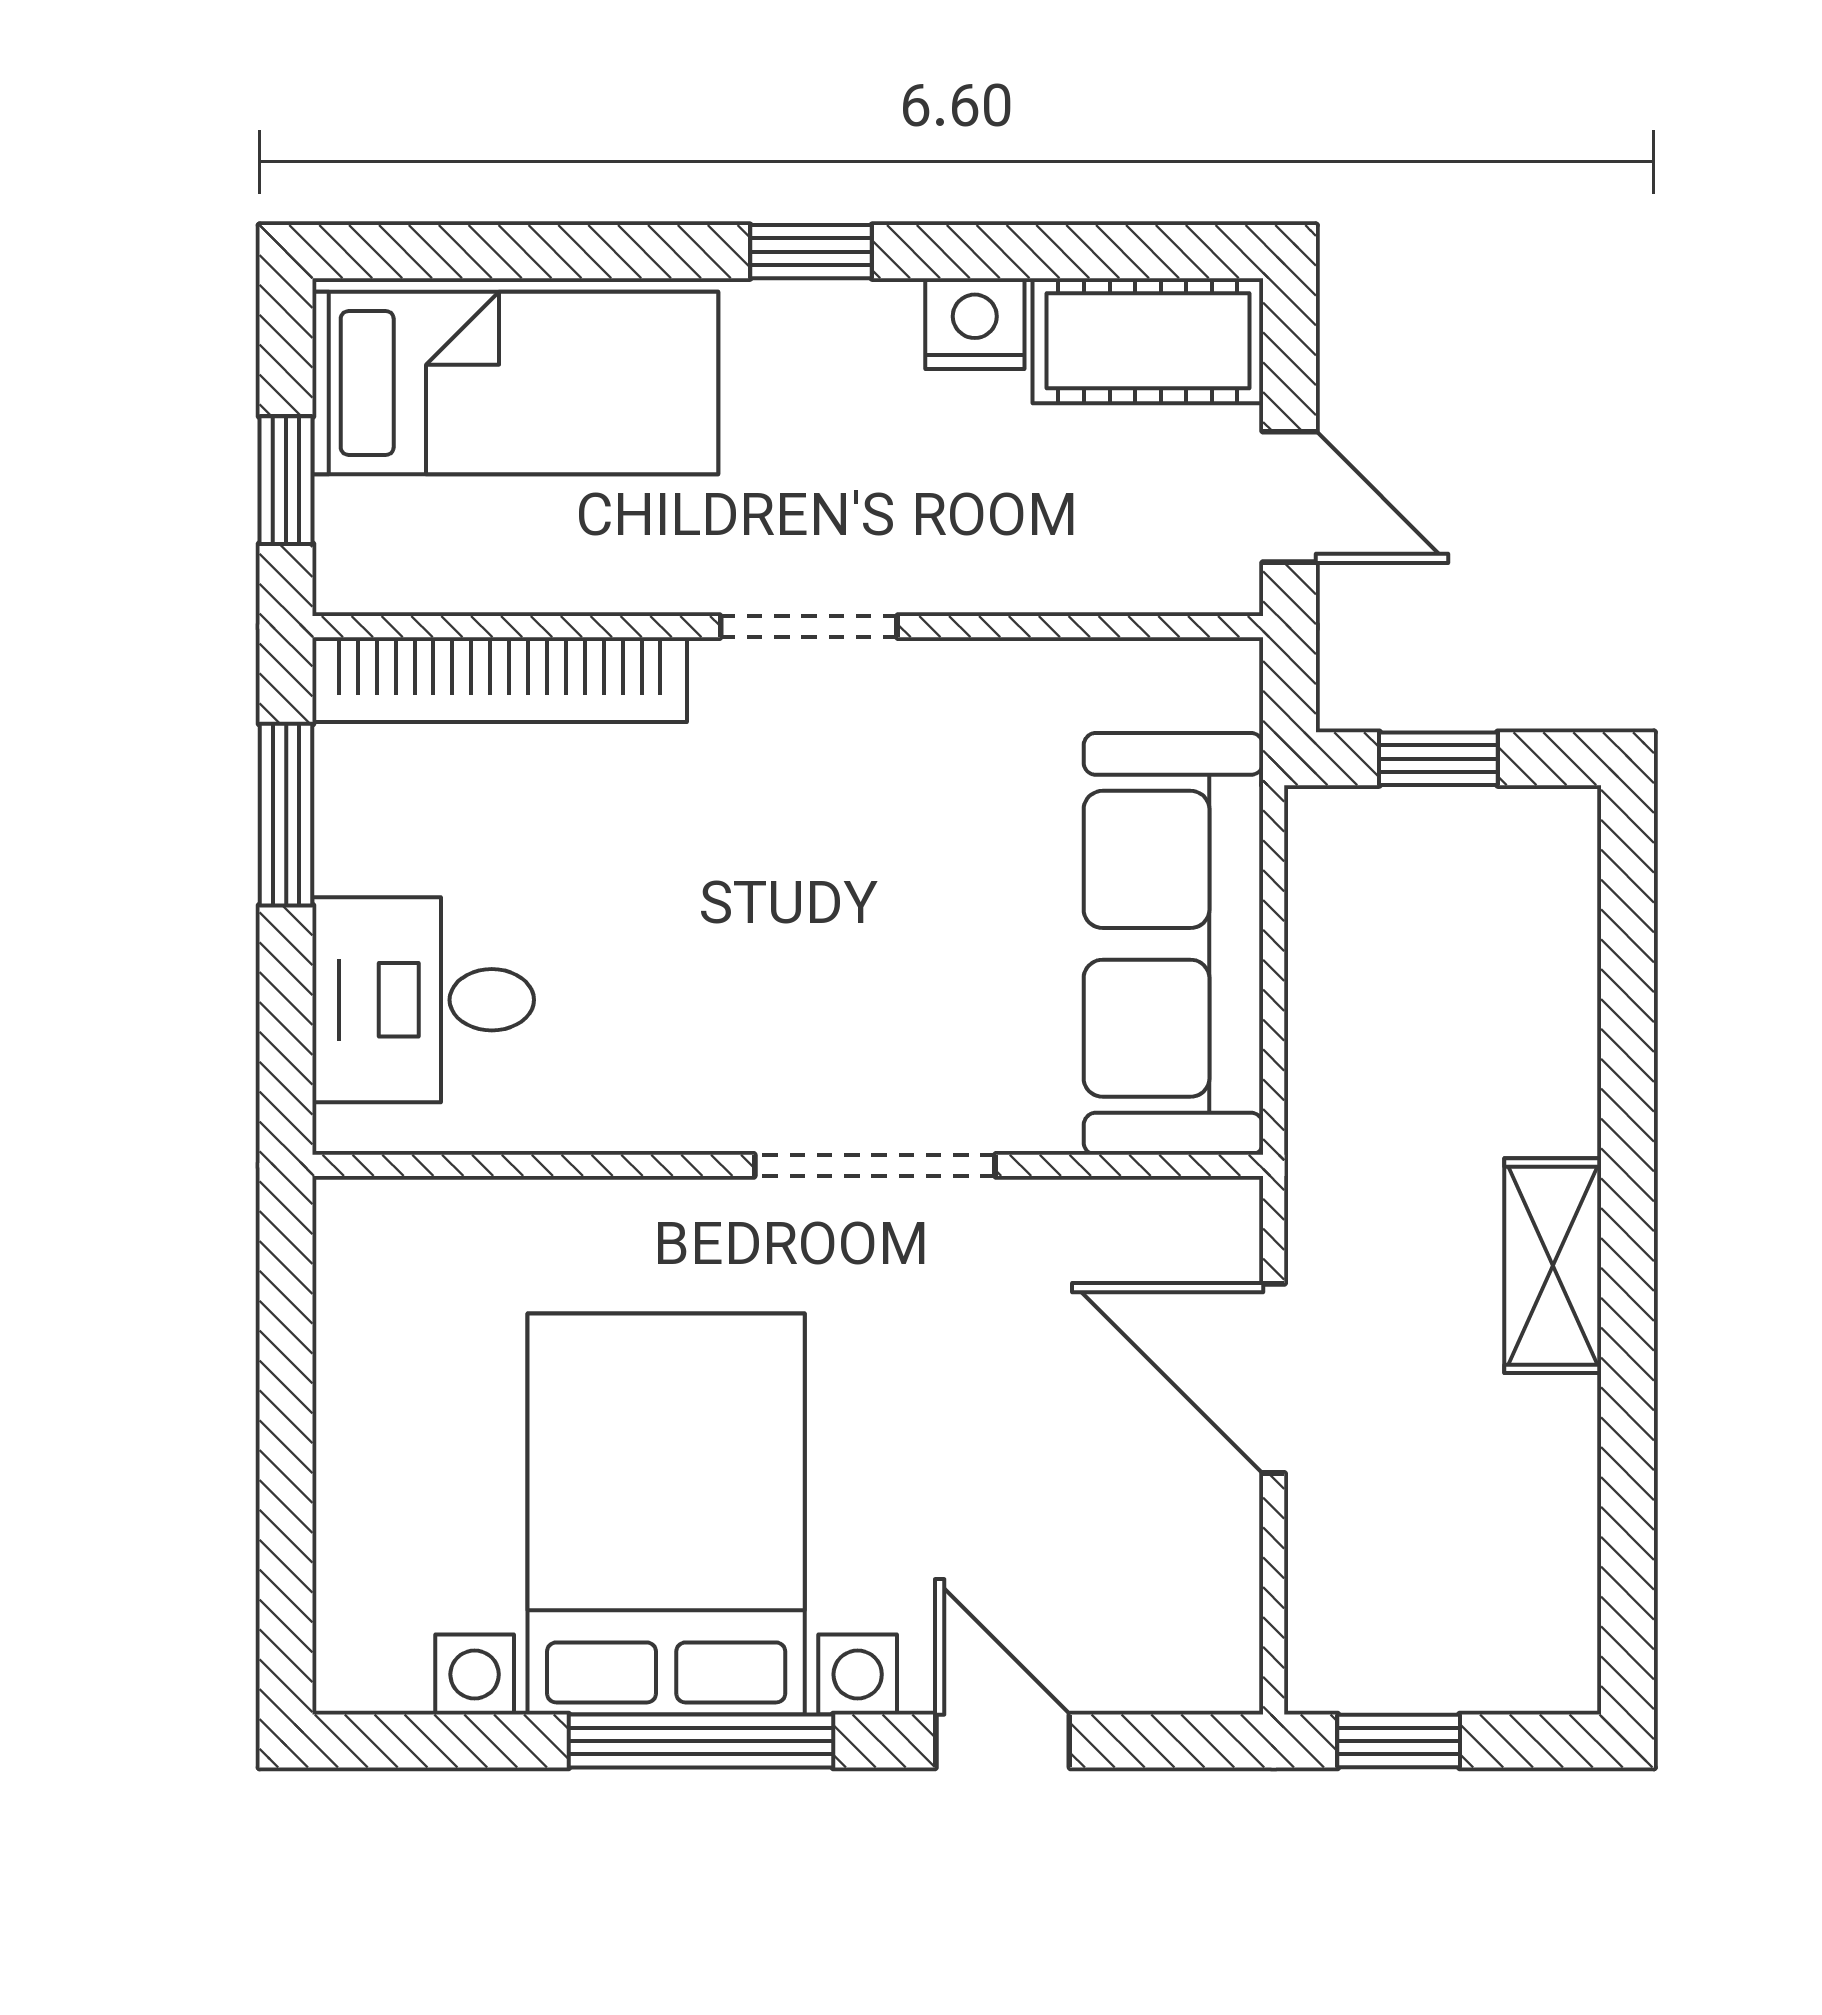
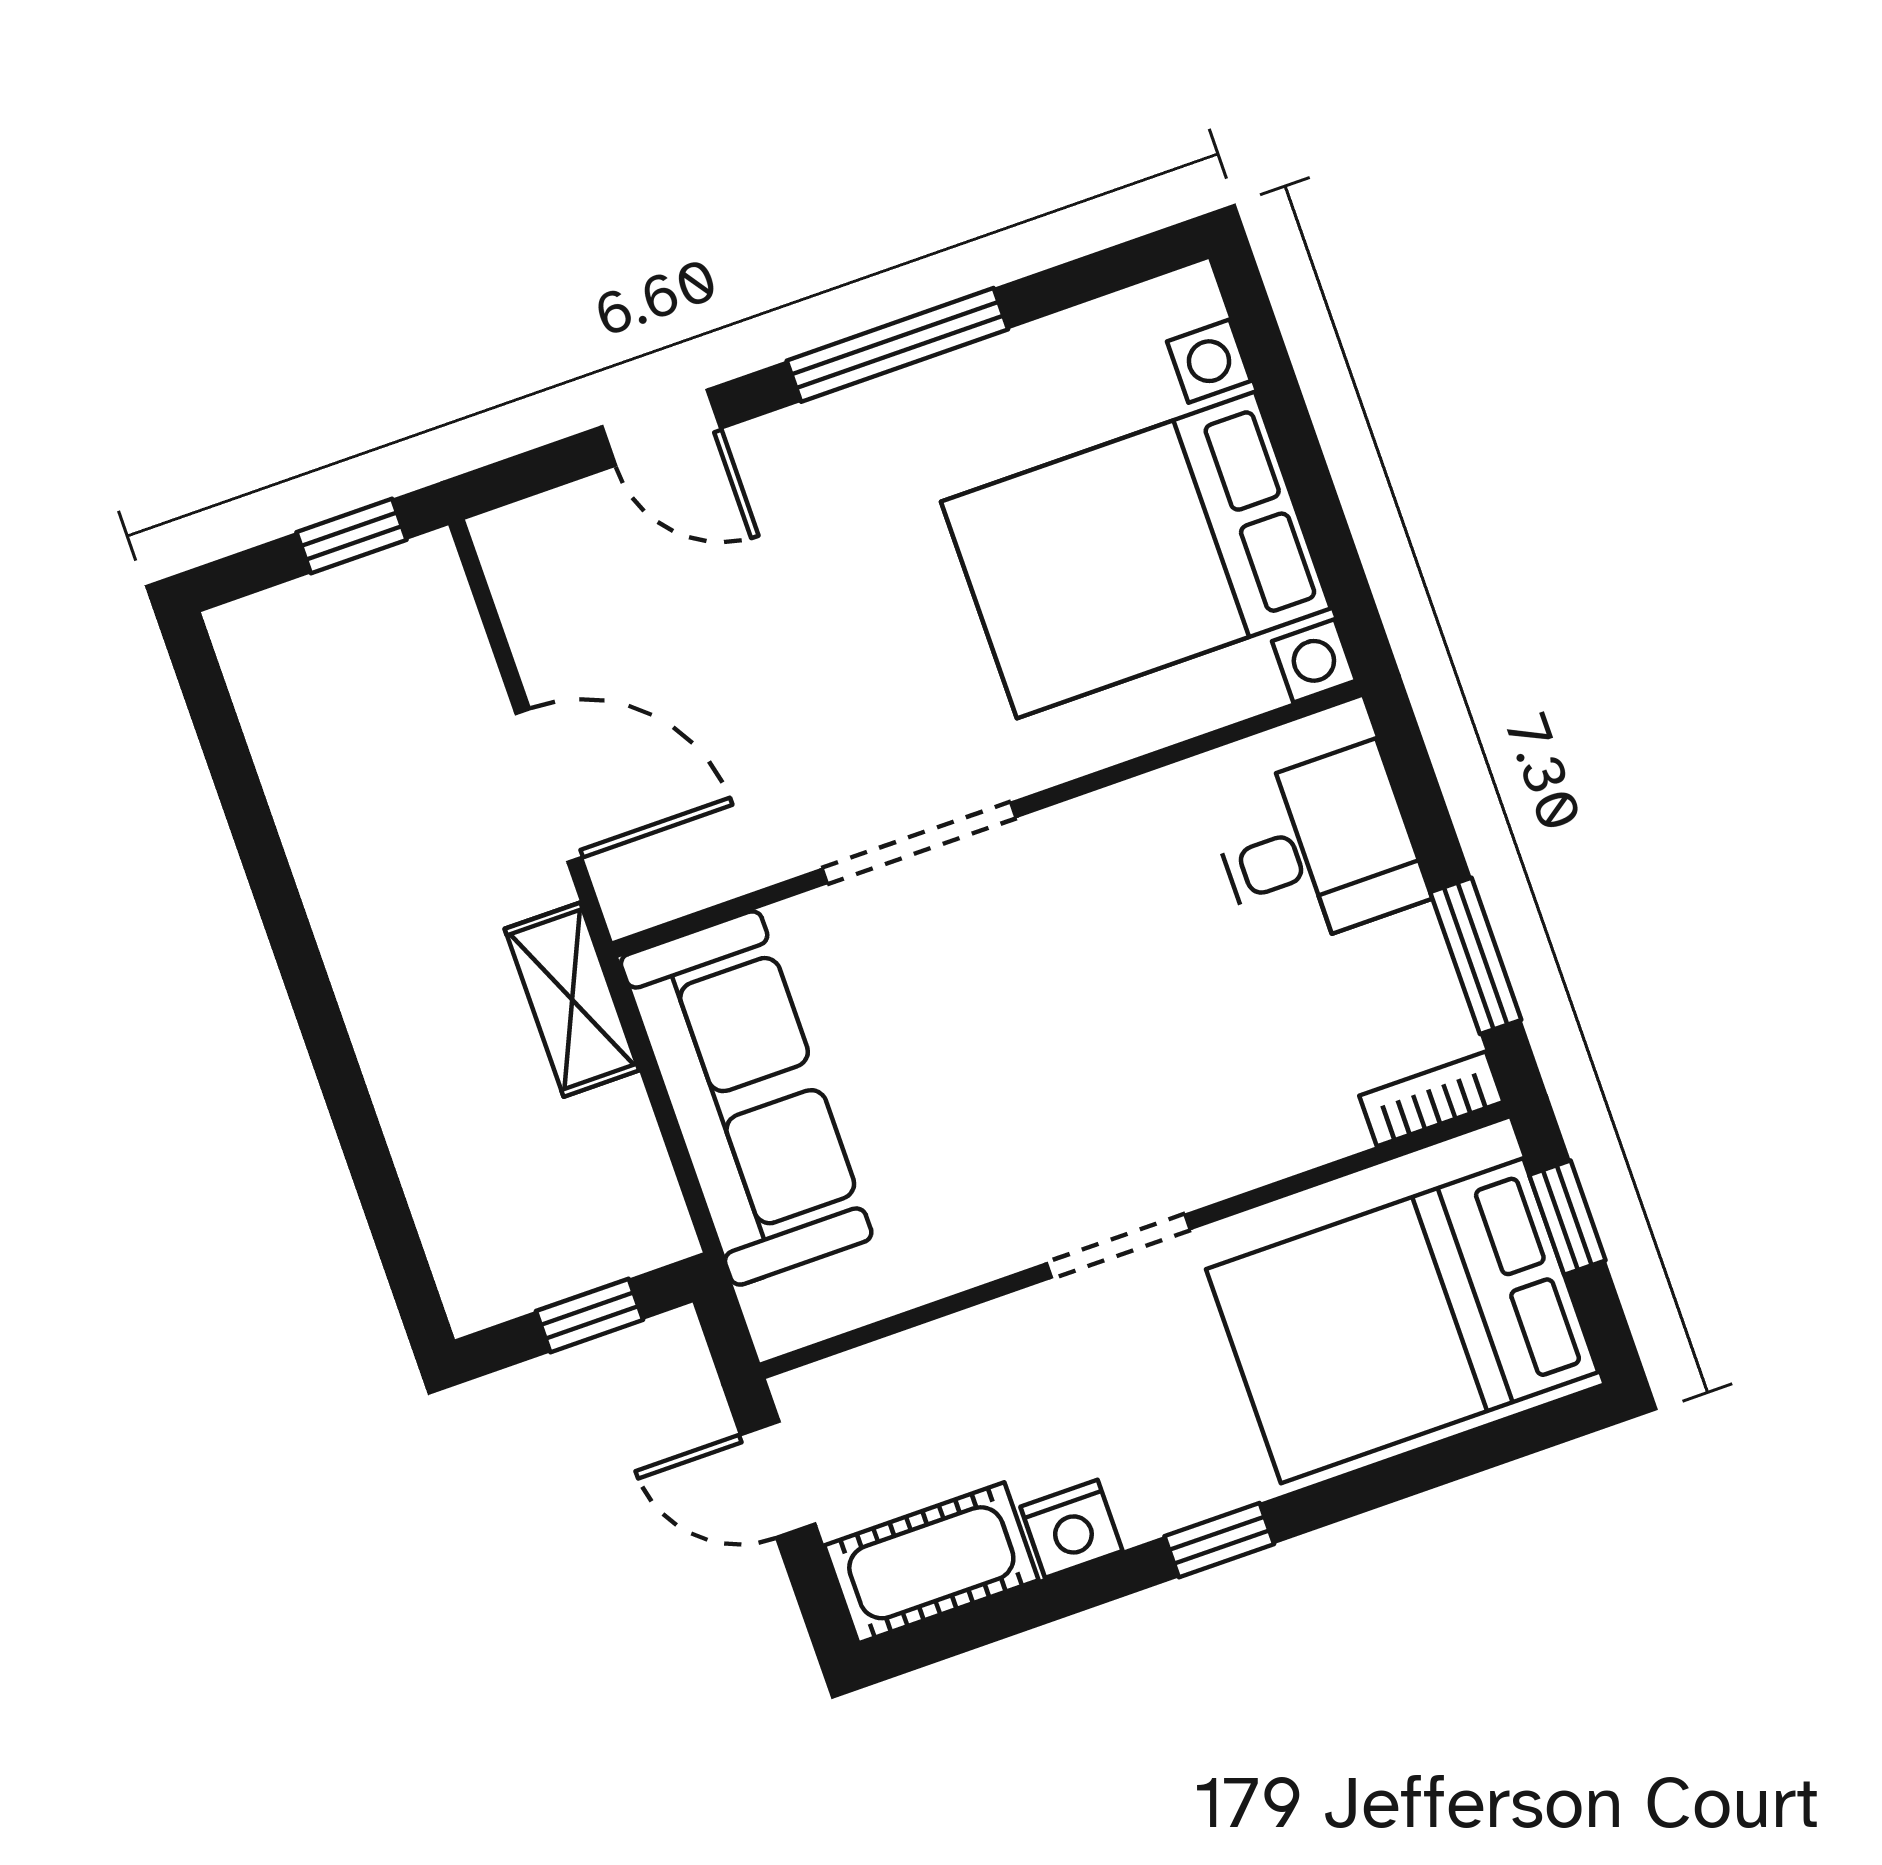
bed: (515, 383) -> (1402, 1321), width x1.50
bookcase: (500, 680) -> (1431, 1099), width x0.43, depth x0.76
shelving: (1553, 1266) -> (572, 1000), moved
bed with nightstands: (666, 1514) -> (1136, 555), moved, turned 90

